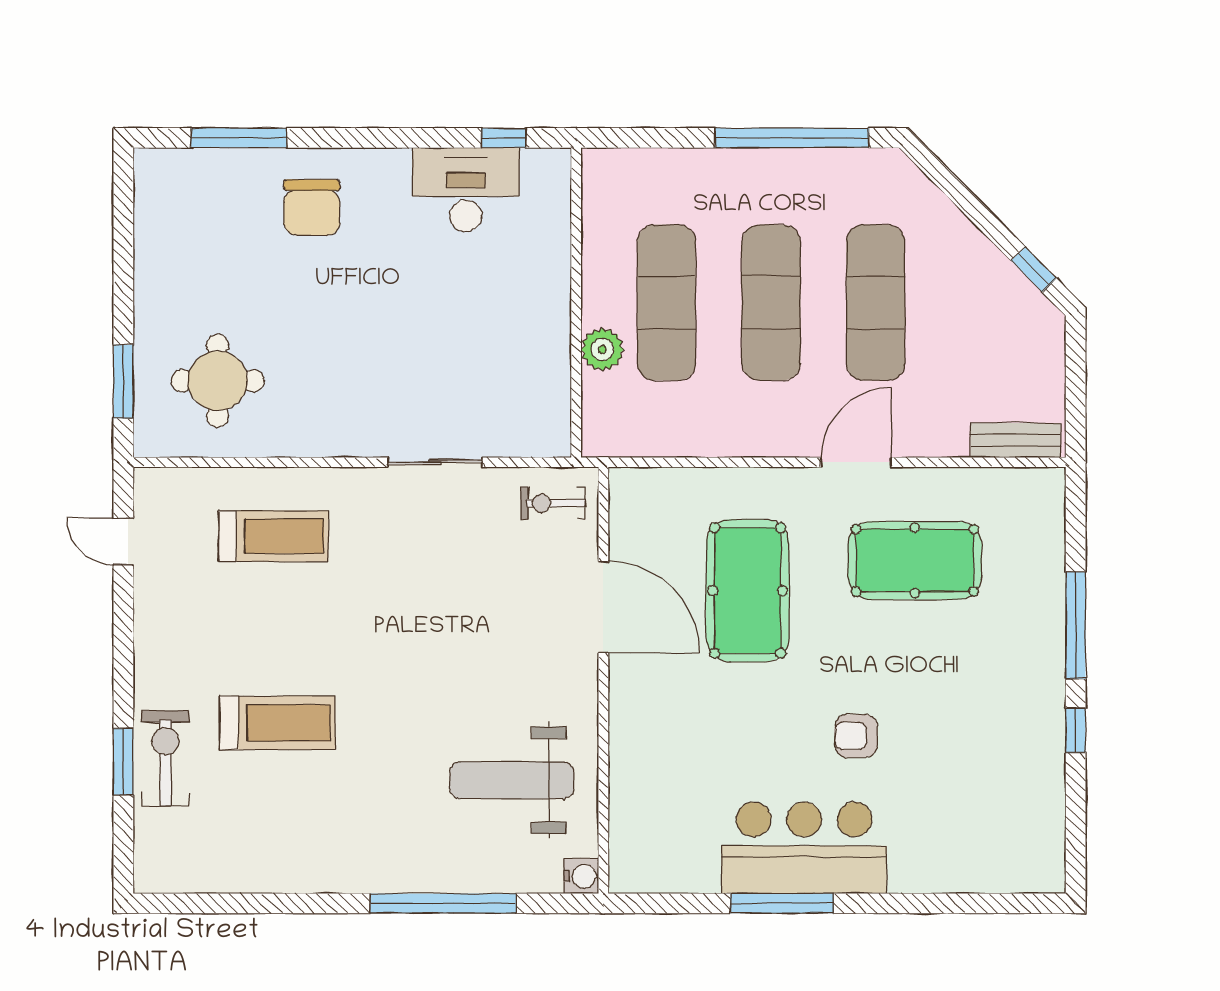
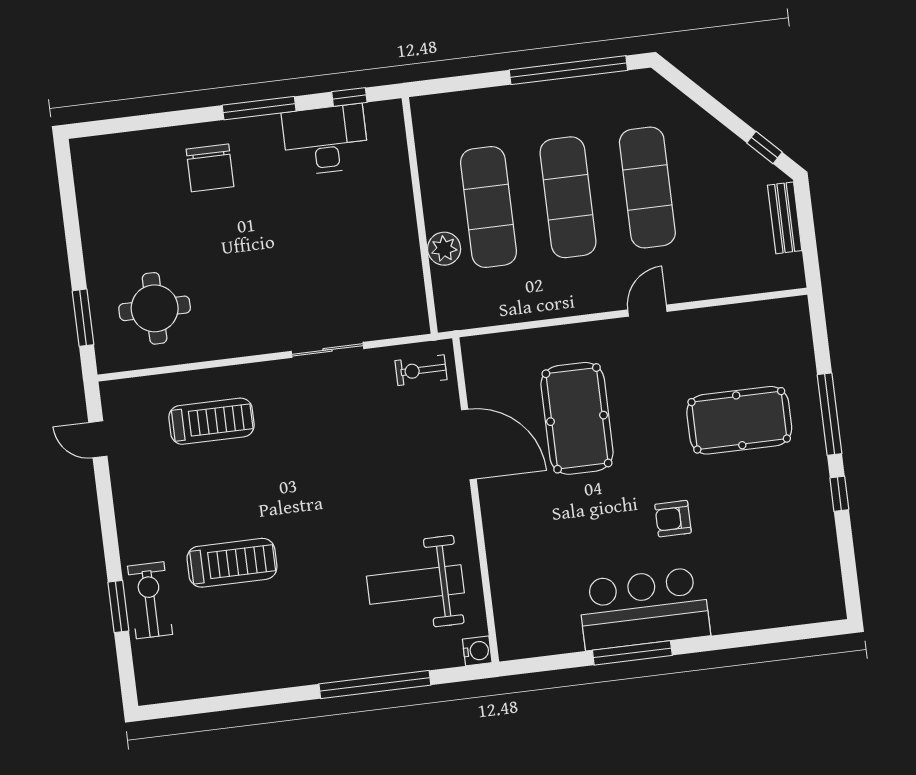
window: (239, 138) -> (259, 108), moved
bench: (1015, 440) -> (785, 218), moved, turned 90
door: (856, 462) -> (647, 311), width x0.73
pool table: (915, 560) -> (739, 420), moved

